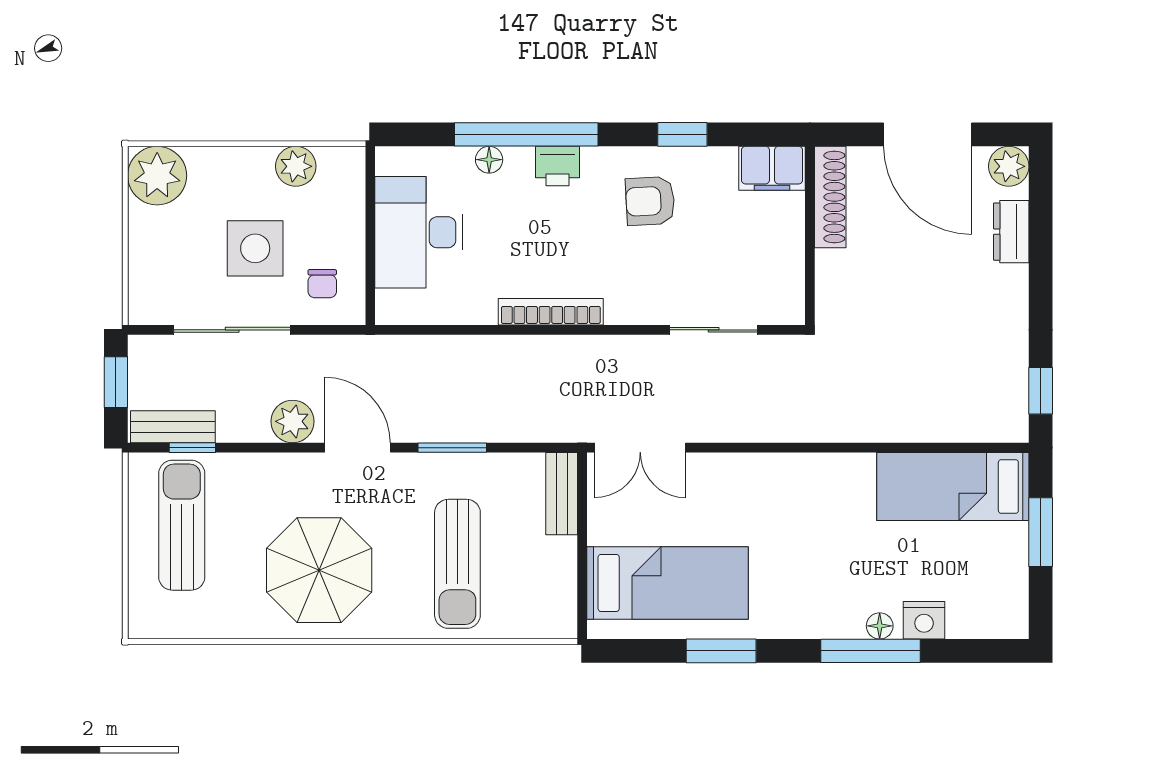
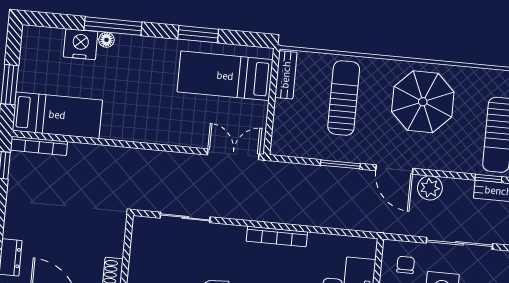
bookcase: (980, 430) -> (39, 146), added
bench: (562, 494) -> (286, 75), moved
nightstand: (924, 620) -> (81, 44), width x1.36, depth x1.33

